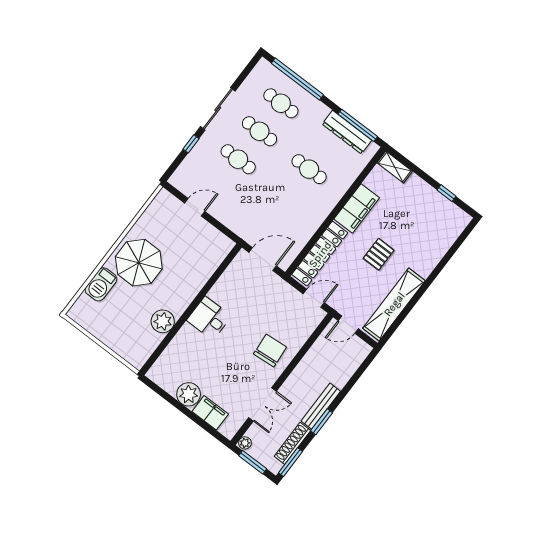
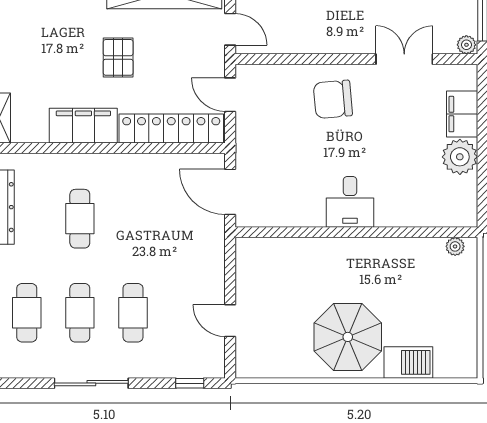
window: (191, 144) -> (190, 383), moved
pallet: (379, 254) -> (118, 57), turned 90
plant: (163, 321) -> (455, 246), moved, width x0.53, depth x0.53

